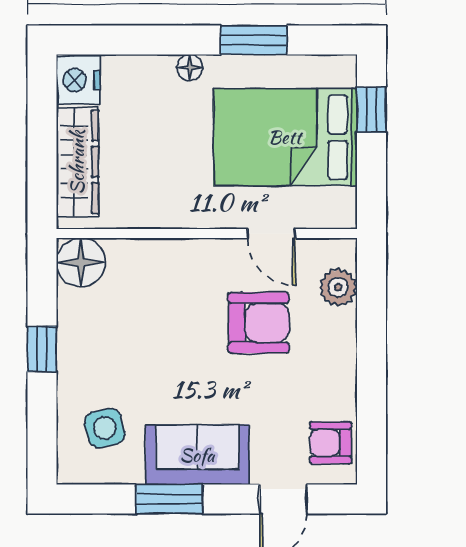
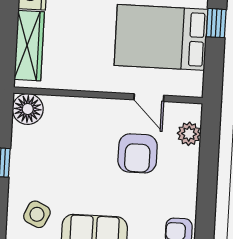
armchair: (259, 323) -> (138, 153), turned 90
side table: (105, 428) -> (37, 214), turned 38

